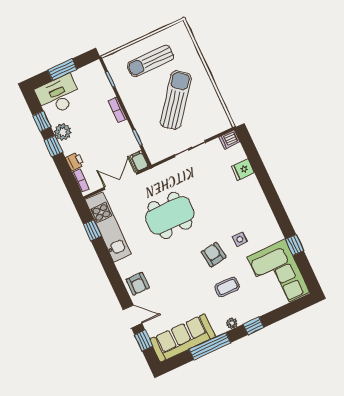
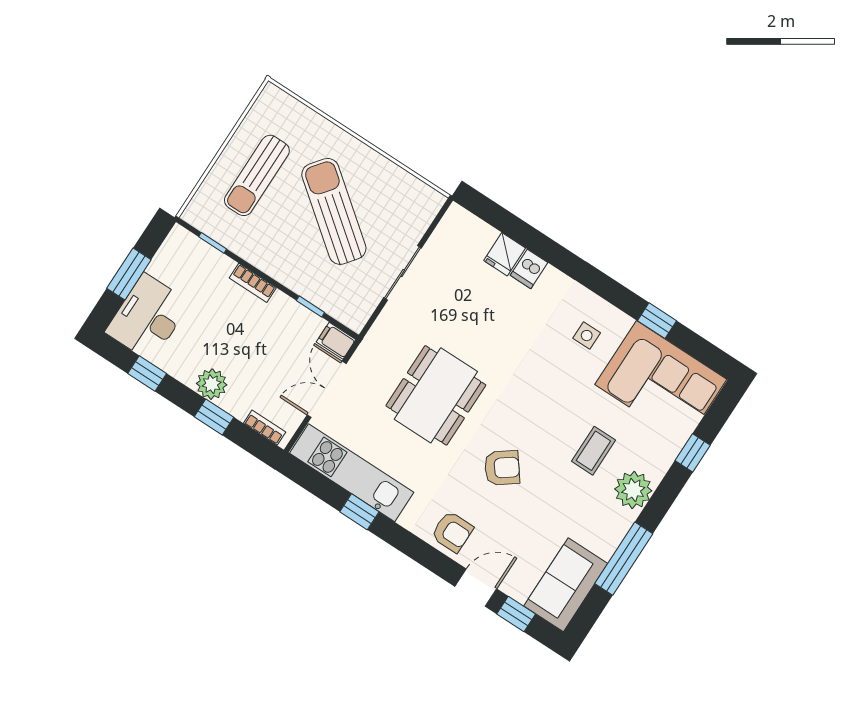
plant: (63, 132) -> (212, 384), moved
dishwasher: (229, 139) -> (529, 269), moved
window: (53, 146) -> (214, 417), moved
printer: (75, 161) -> (237, 404), removed
window: (92, 230) -> (359, 512), moved
side table: (240, 239) -> (587, 336), moved
armchair: (213, 255) -> (502, 468), moved, turned 151
plant: (232, 323) -> (633, 490), width x1.88, depth x1.88
window: (253, 326) -> (693, 453), moved
sofa: (183, 338) -> (566, 585), width x0.73

